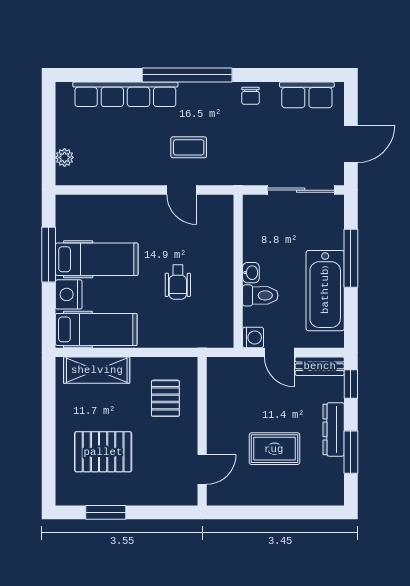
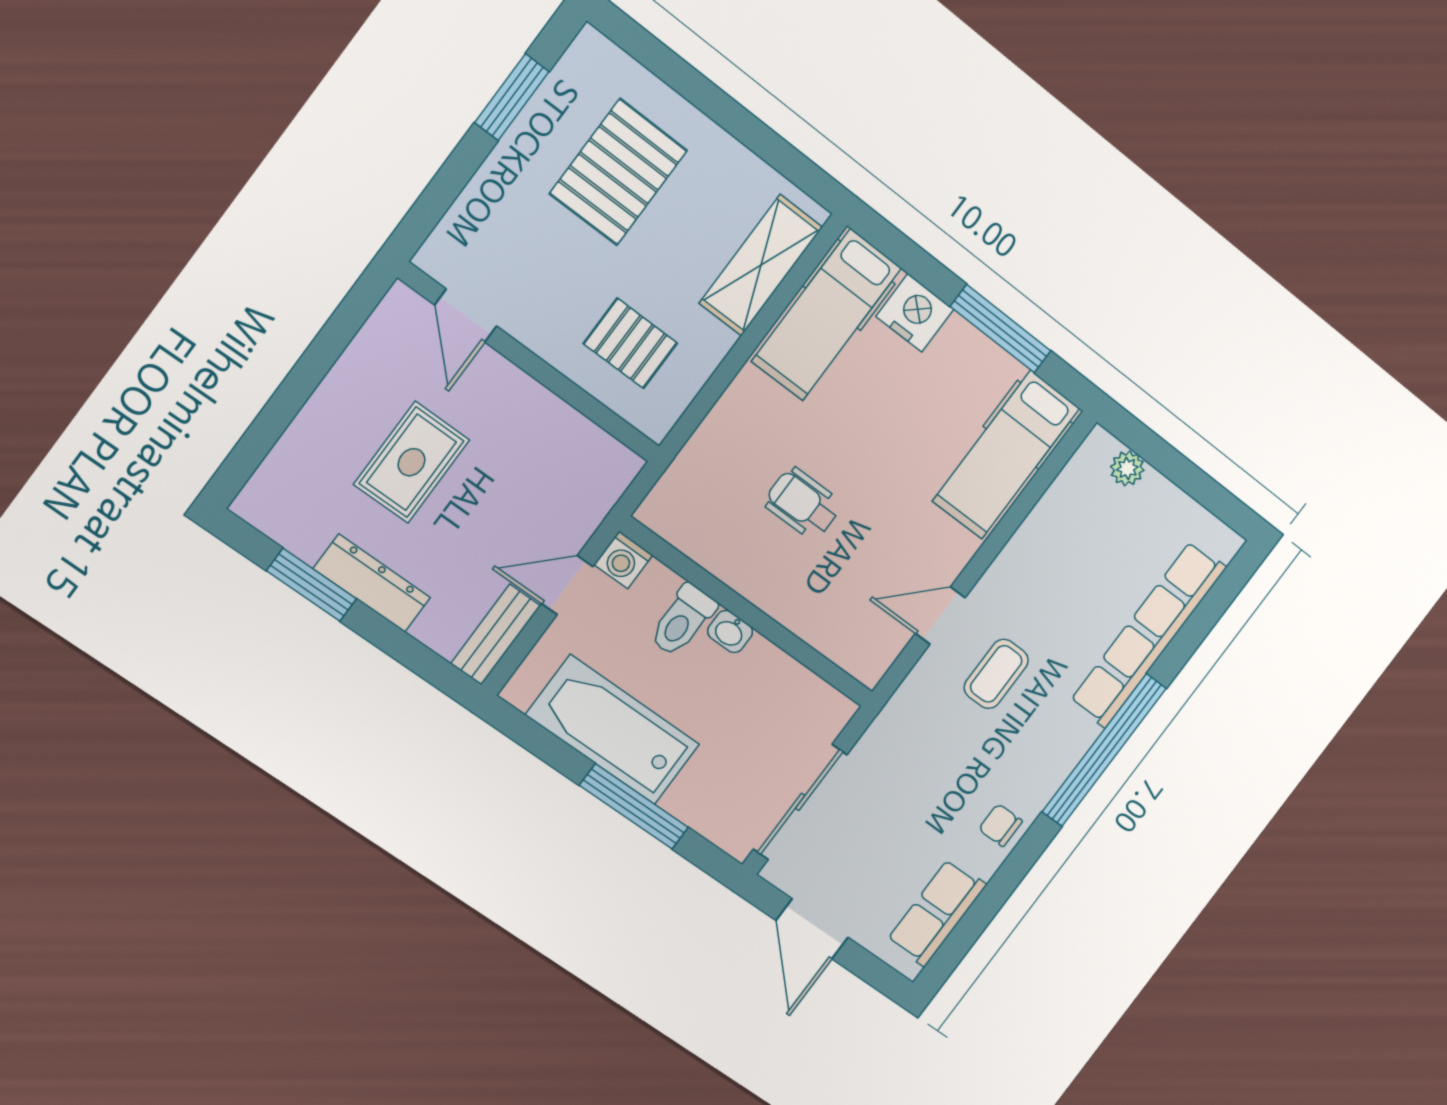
hospital bed: (97, 259) -> (1006, 455), moved
window: (351, 384) -> (428, 665), removed

